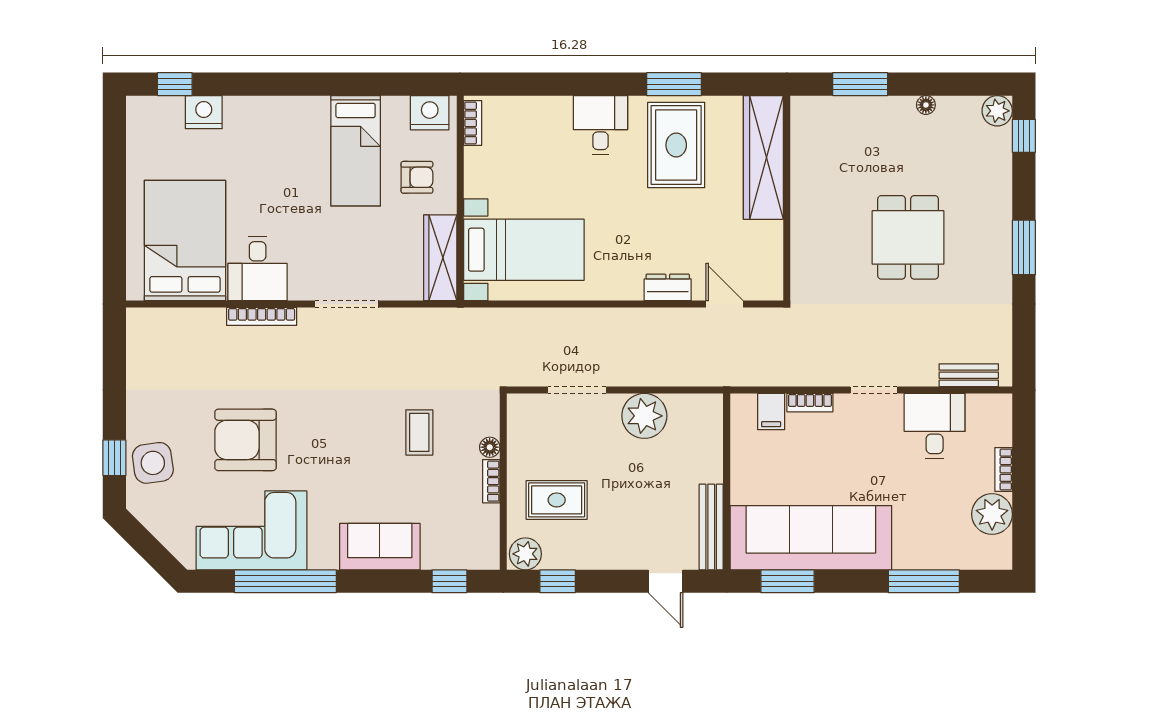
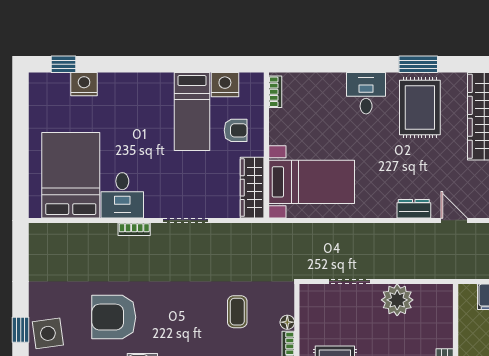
nightstand: (430, 113) -> (225, 85), moved
bookcase: (262, 316) -> (134, 229), width x0.64

